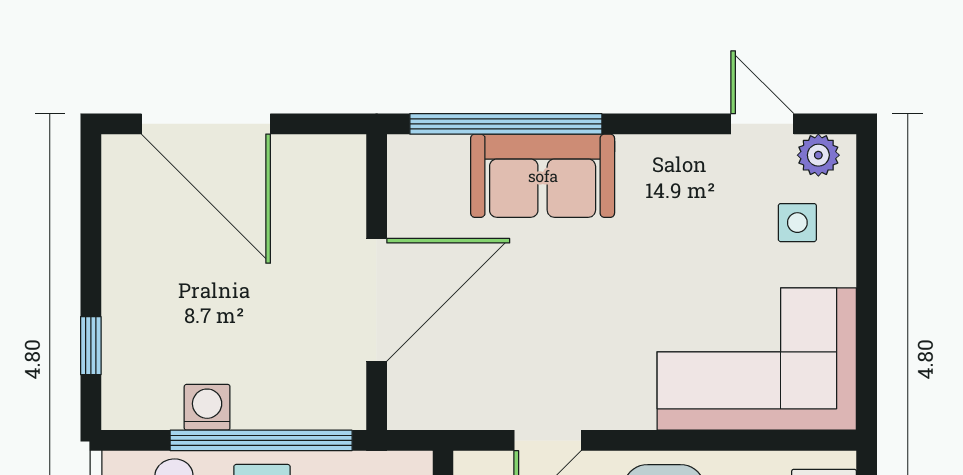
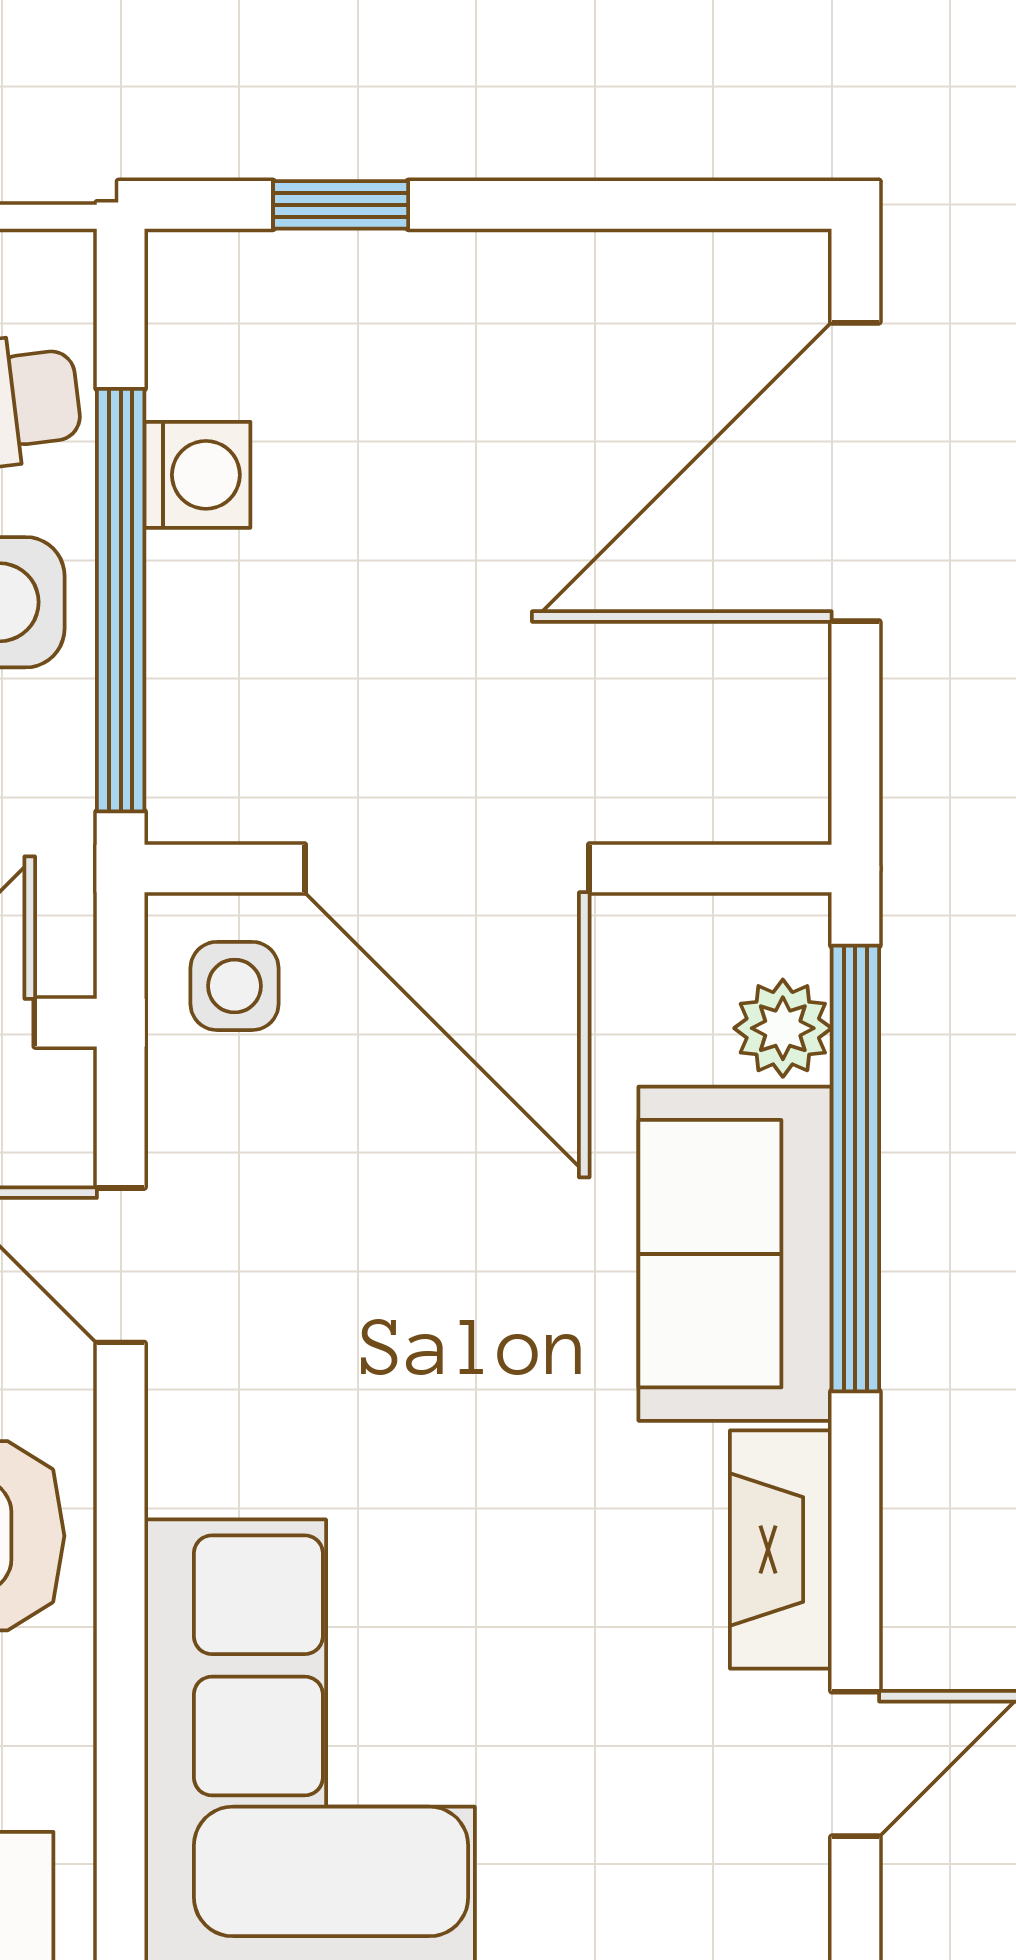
plant: (818, 155) -> (783, 1028), moved
fireplace: (670, 156) -> (781, 1549), added
side table: (797, 223) -> (235, 986), moved

